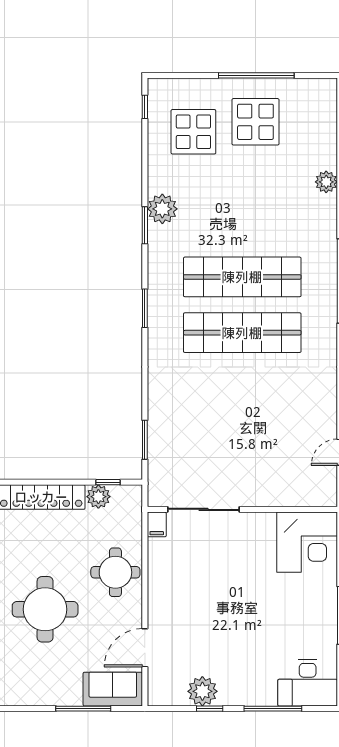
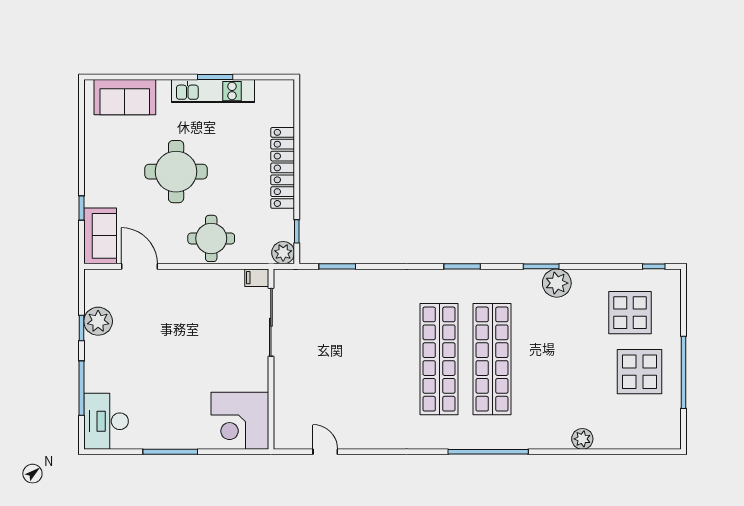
plant: (98, 497) -> (283, 253), moved
window: (83, 709) -> (82, 208), width x0.46

